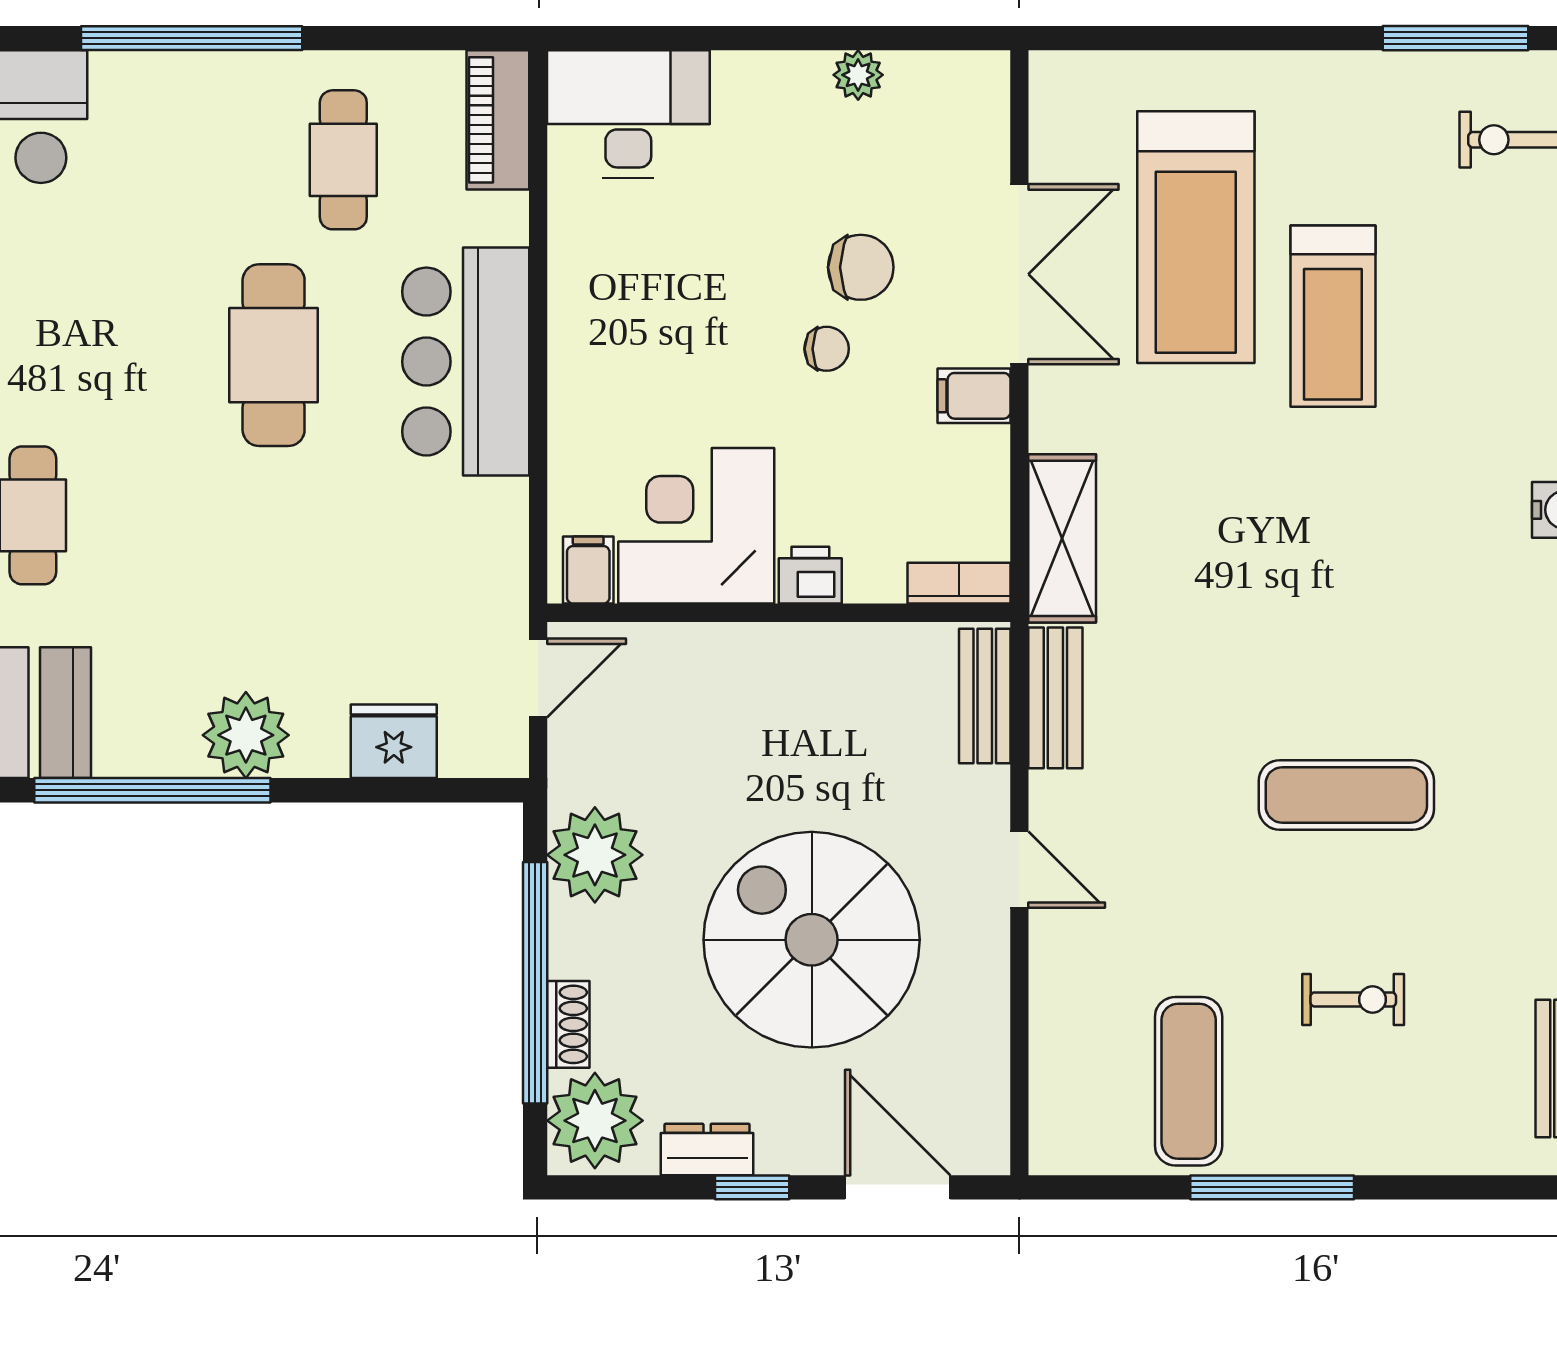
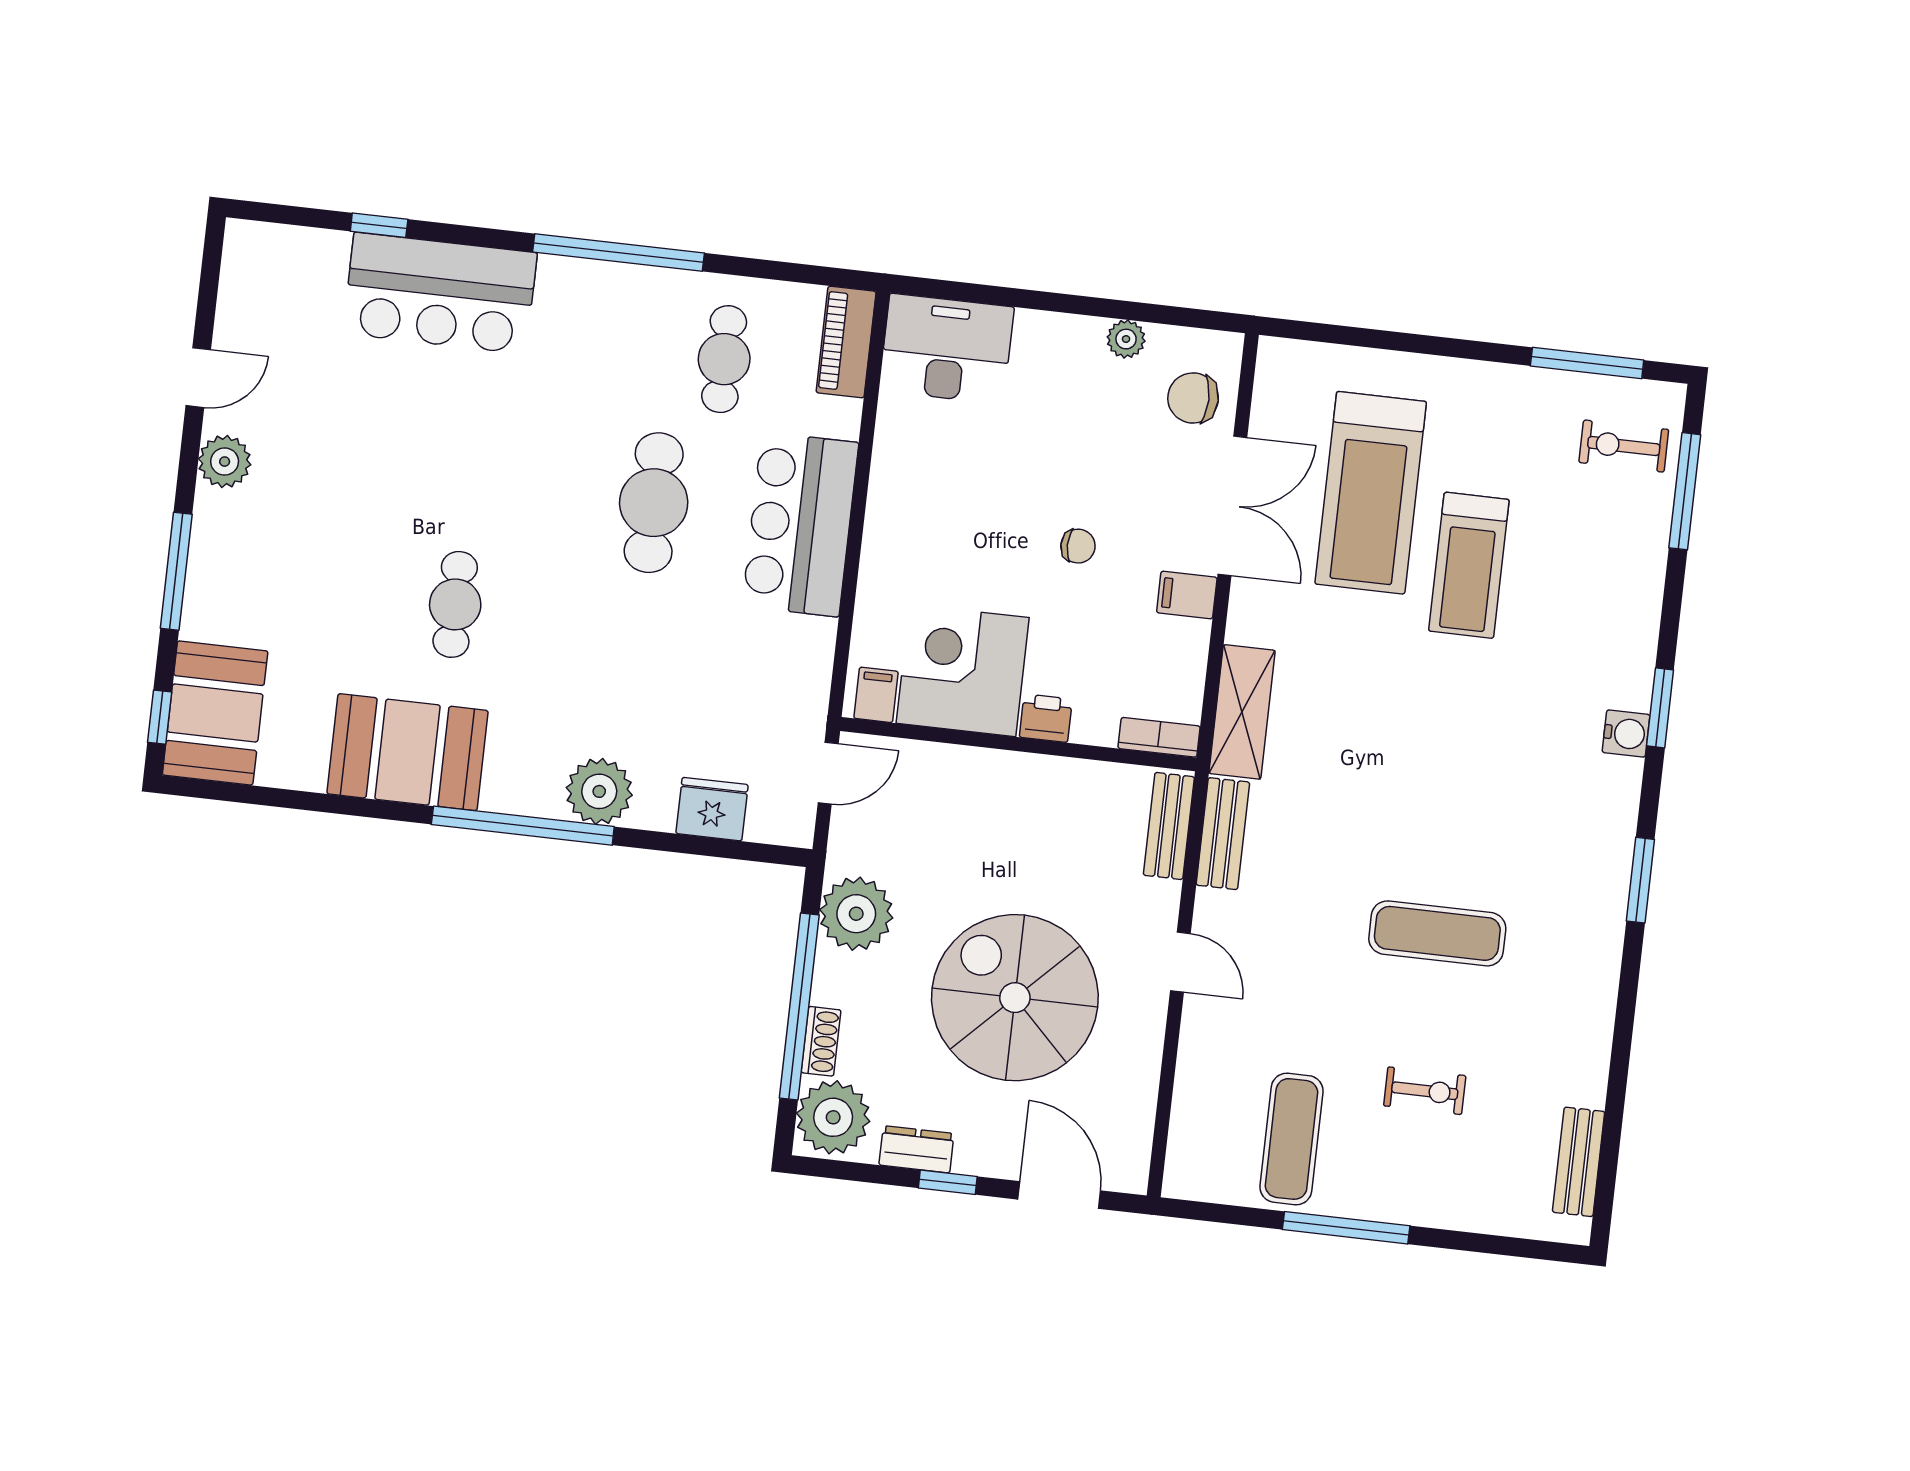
chair: (861, 267) -> (1193, 398), moved, turned 180

